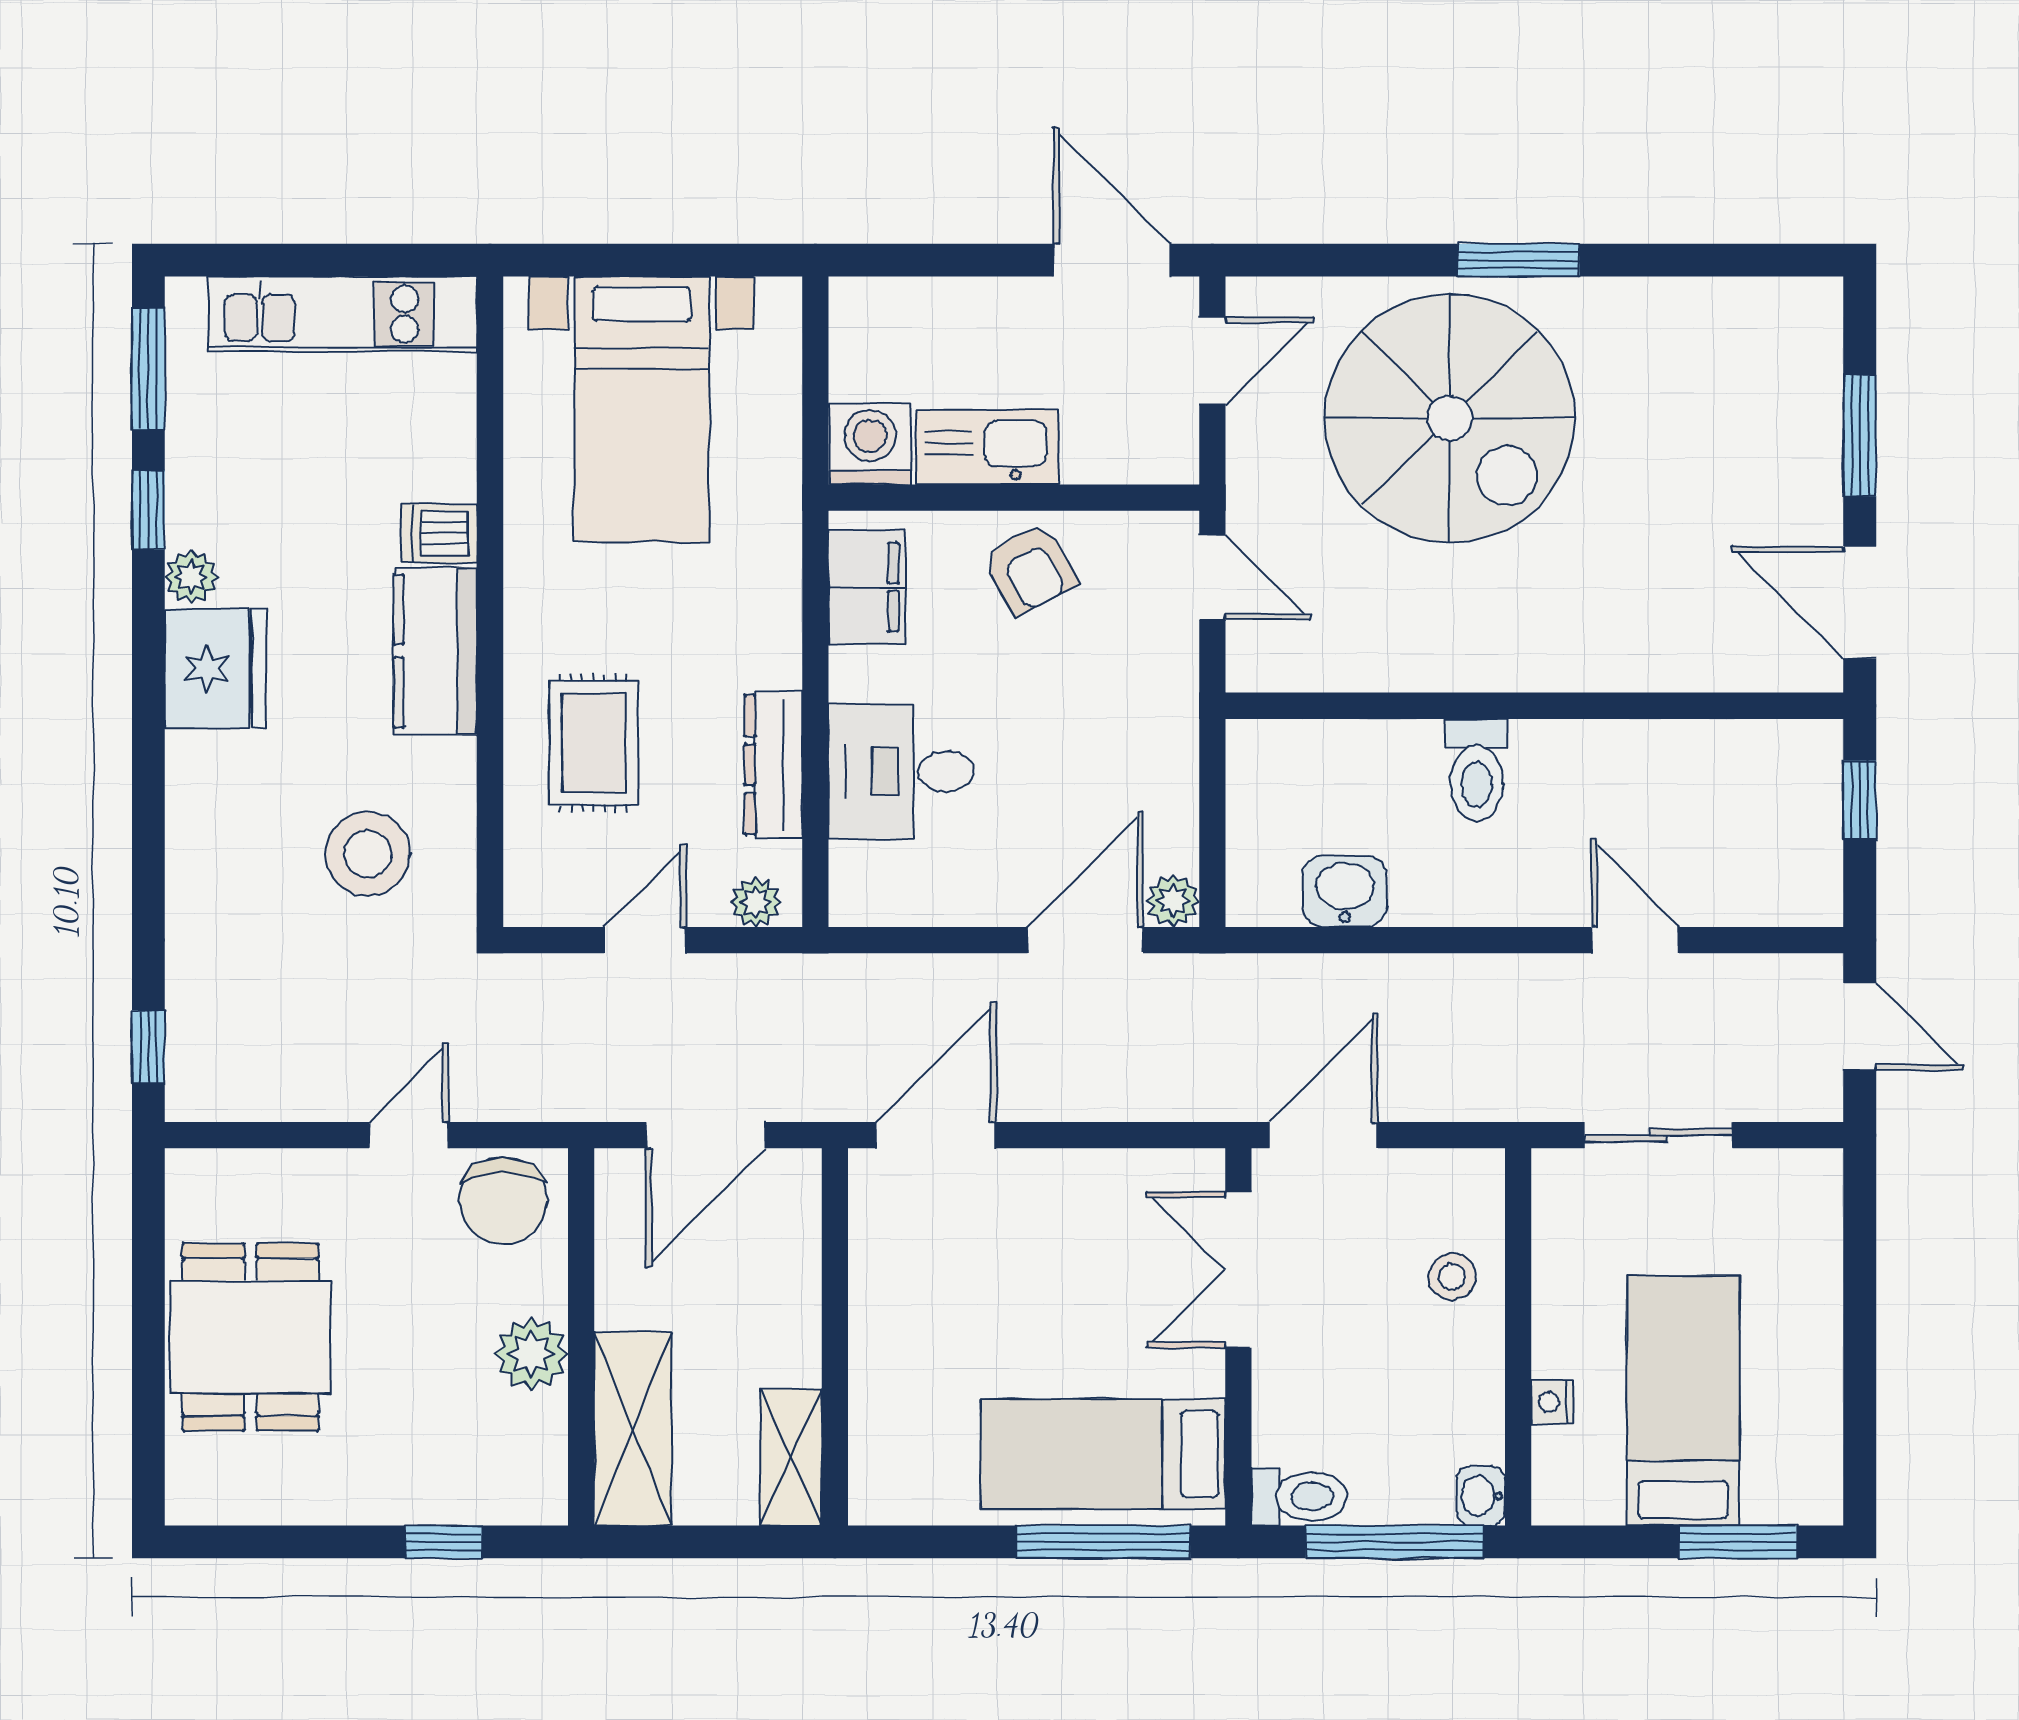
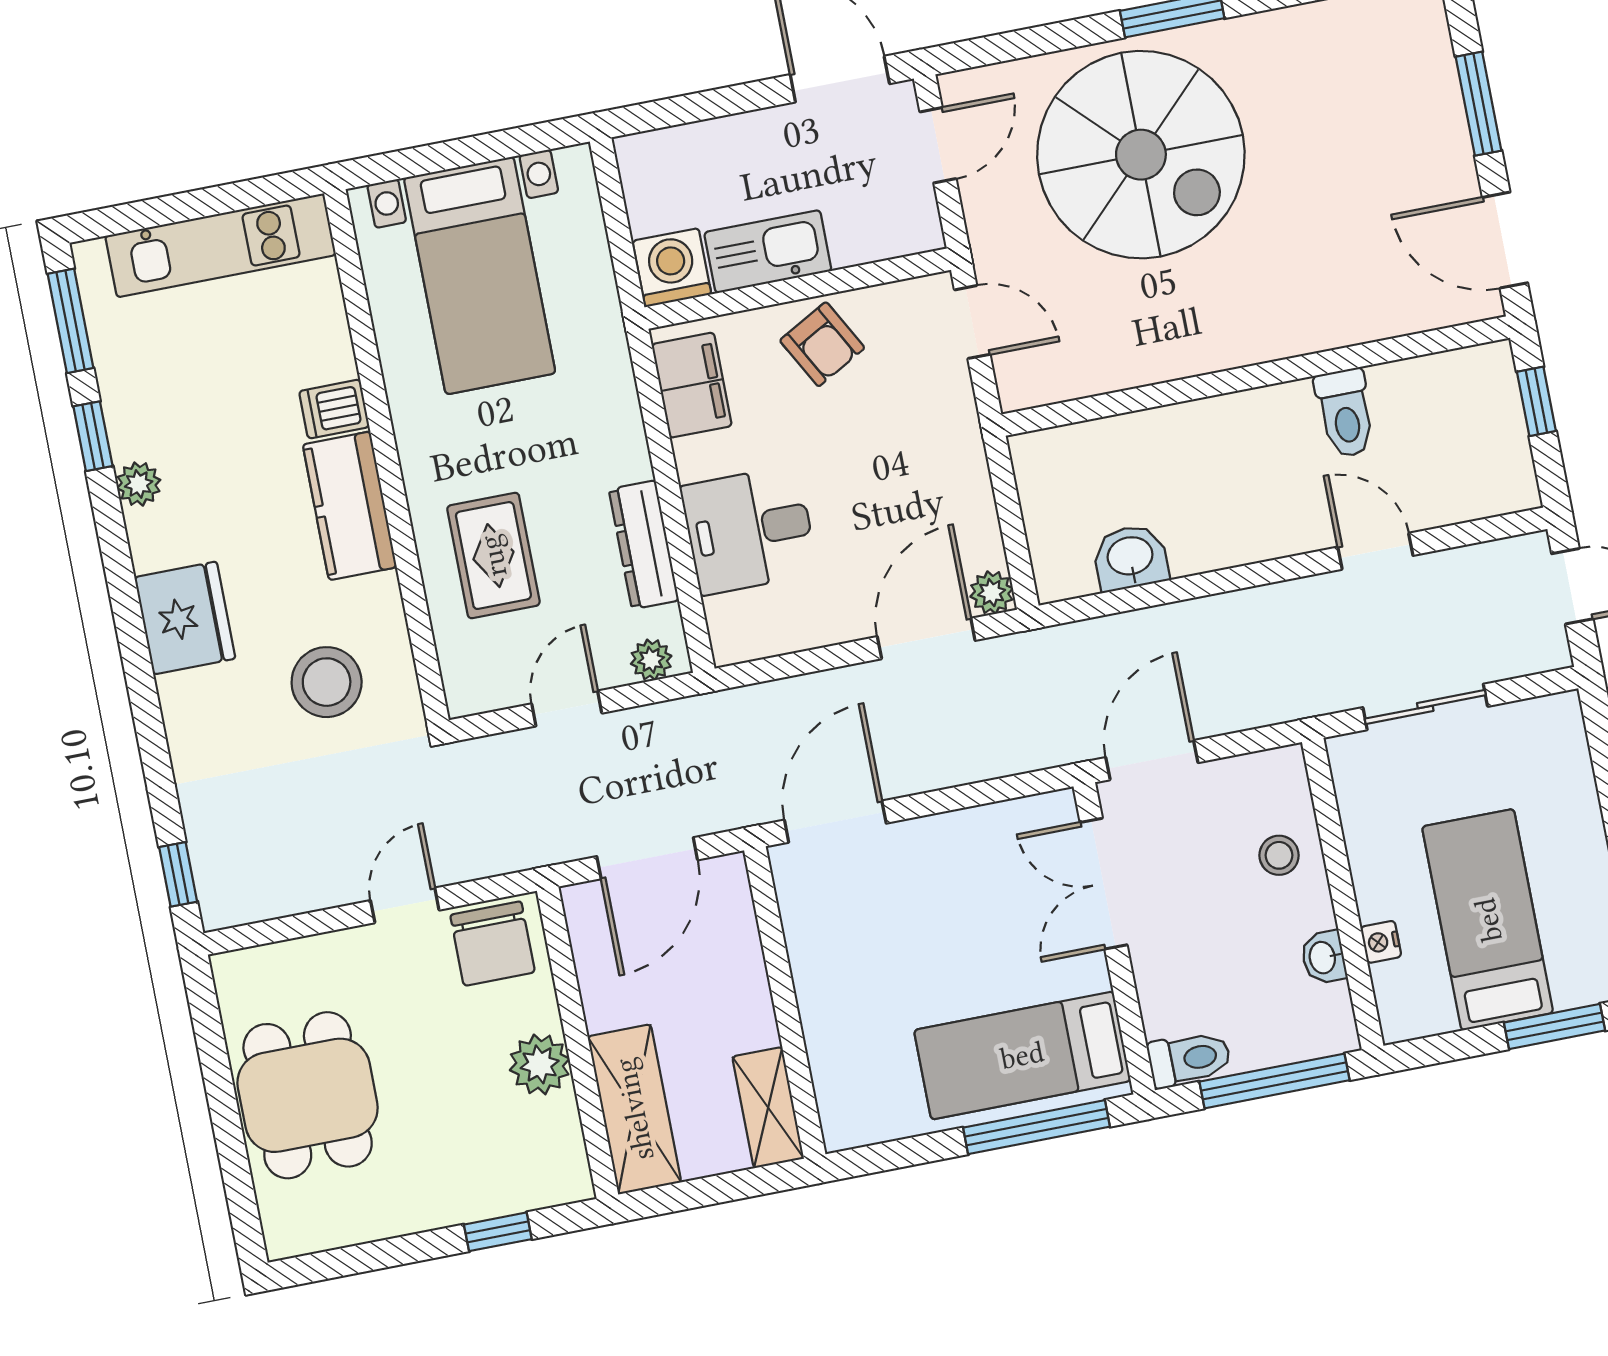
fridge: (215, 669) -> (185, 618), moved
toilet: (1477, 770) -> (1345, 413), moved
washbasin: (1481, 1496) -> (1323, 957), moved

